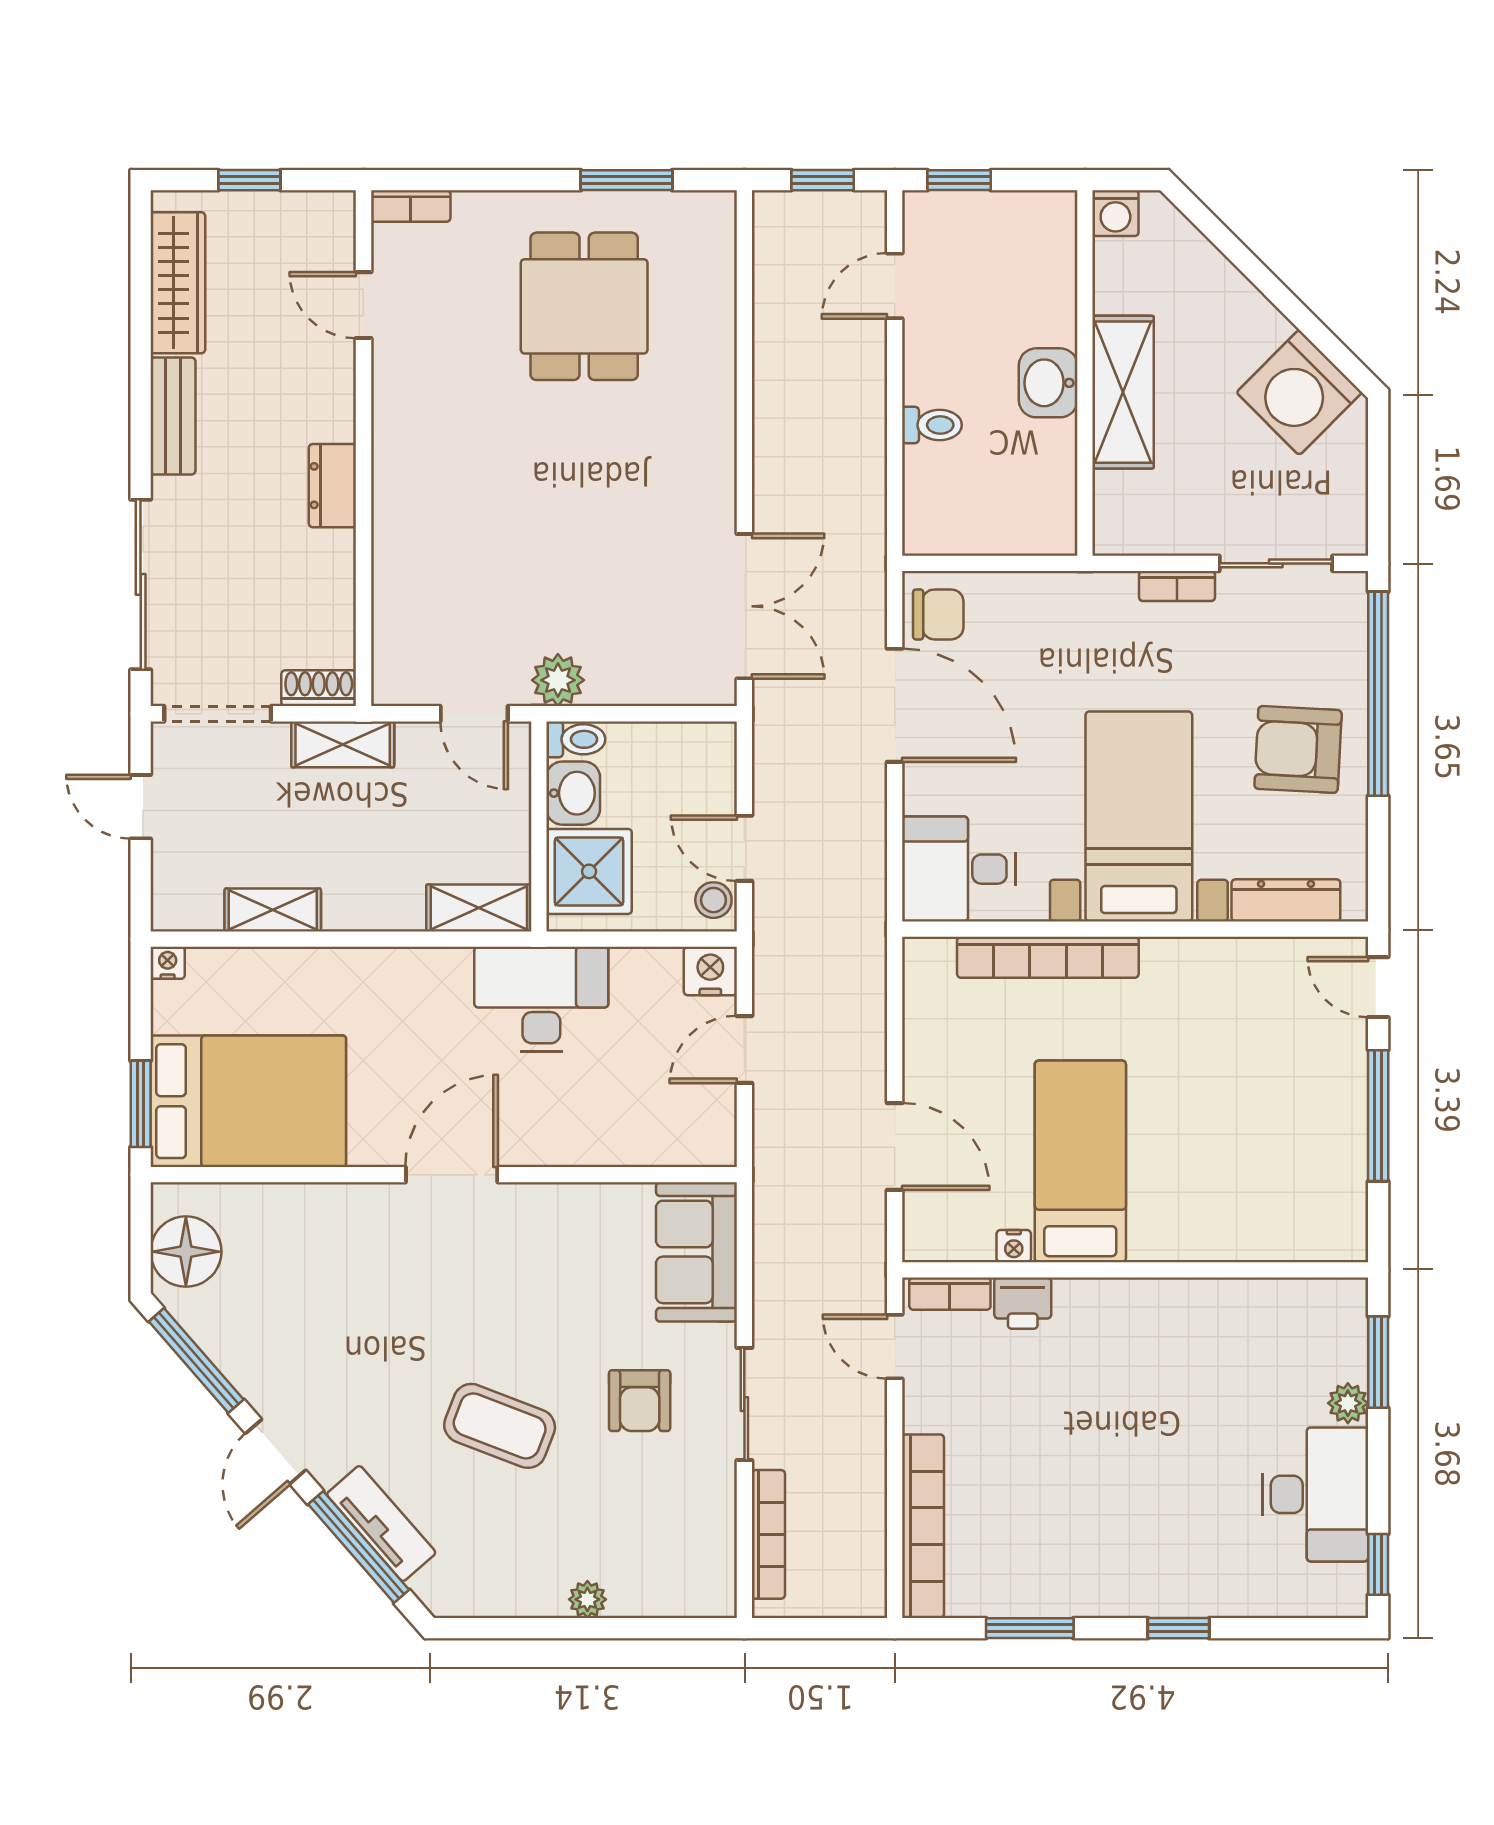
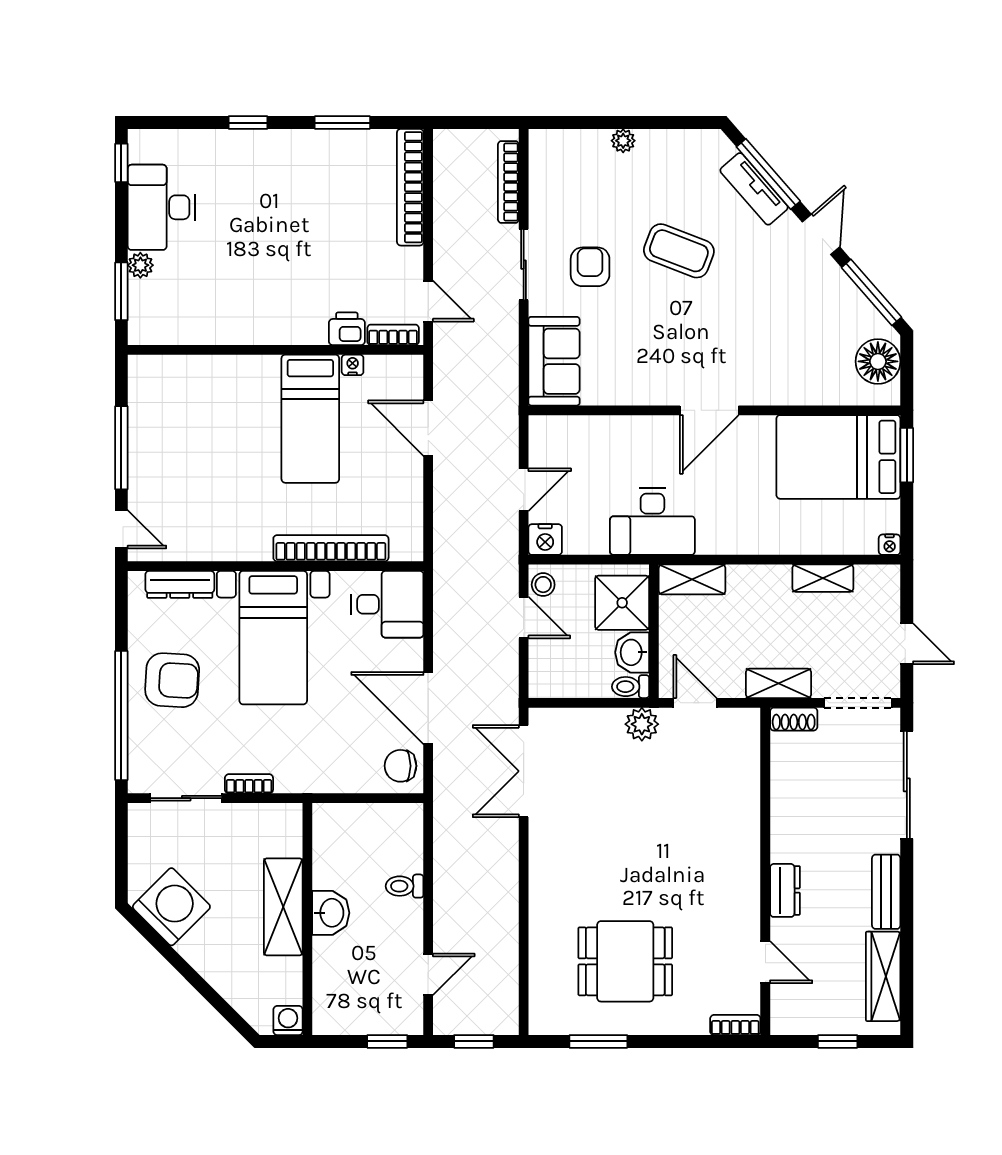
dining table: (584, 306) -> (625, 961), turned 90
dresser: (332, 486) -> (785, 890), moved

